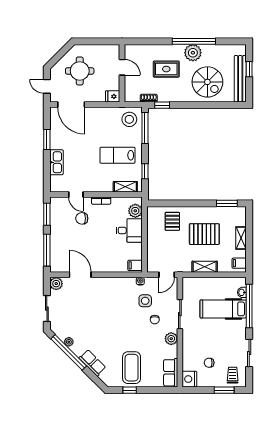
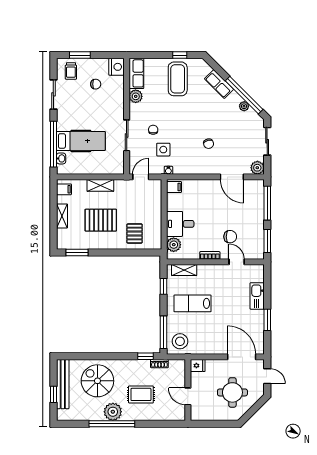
lab bench: (117, 155) -> (192, 303), turned 180
chair: (102, 306) -> (209, 144), added
plant: (171, 339) -> (136, 96), moved

